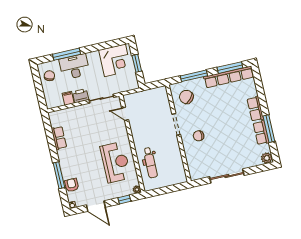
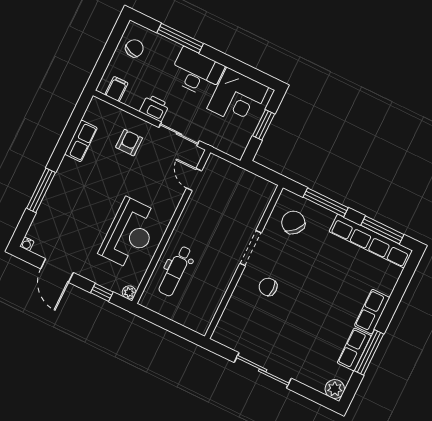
desk: (74, 67) -> (197, 72), moved
filing cabinet: (68, 98) -> (116, 89), moved
armchair: (72, 185) -> (129, 143), moved

